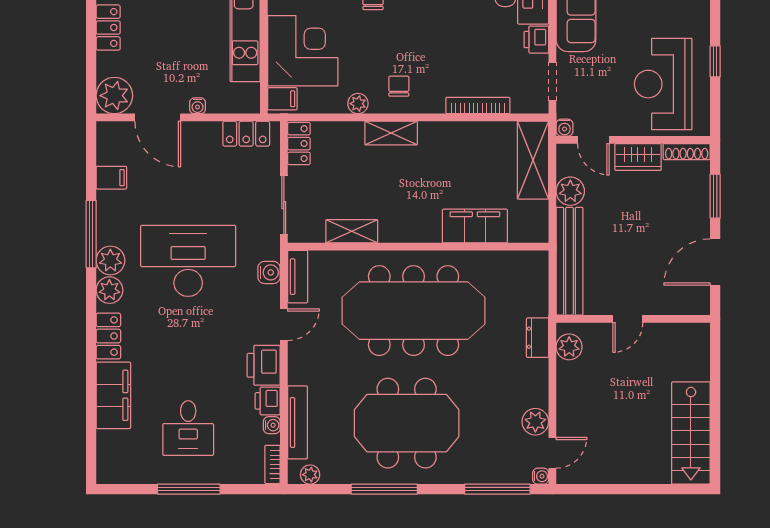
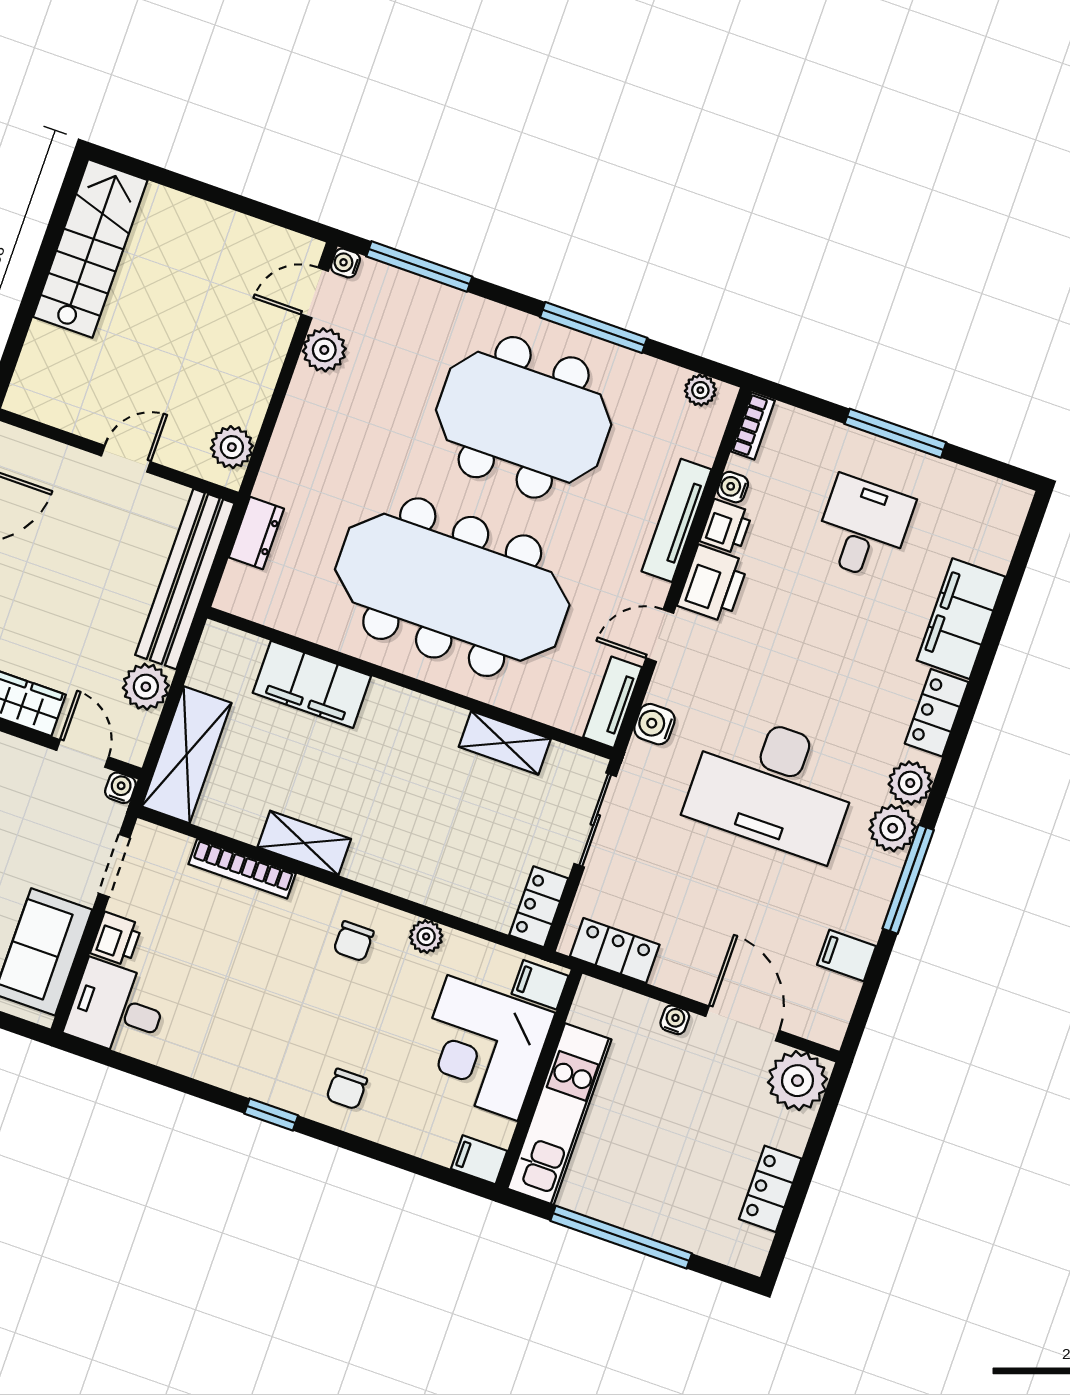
shelving: (391, 133) -> (304, 843), moved
dresser: (538, 338) -> (256, 533), moved
tv unit: (298, 422) -> (676, 520), moved

